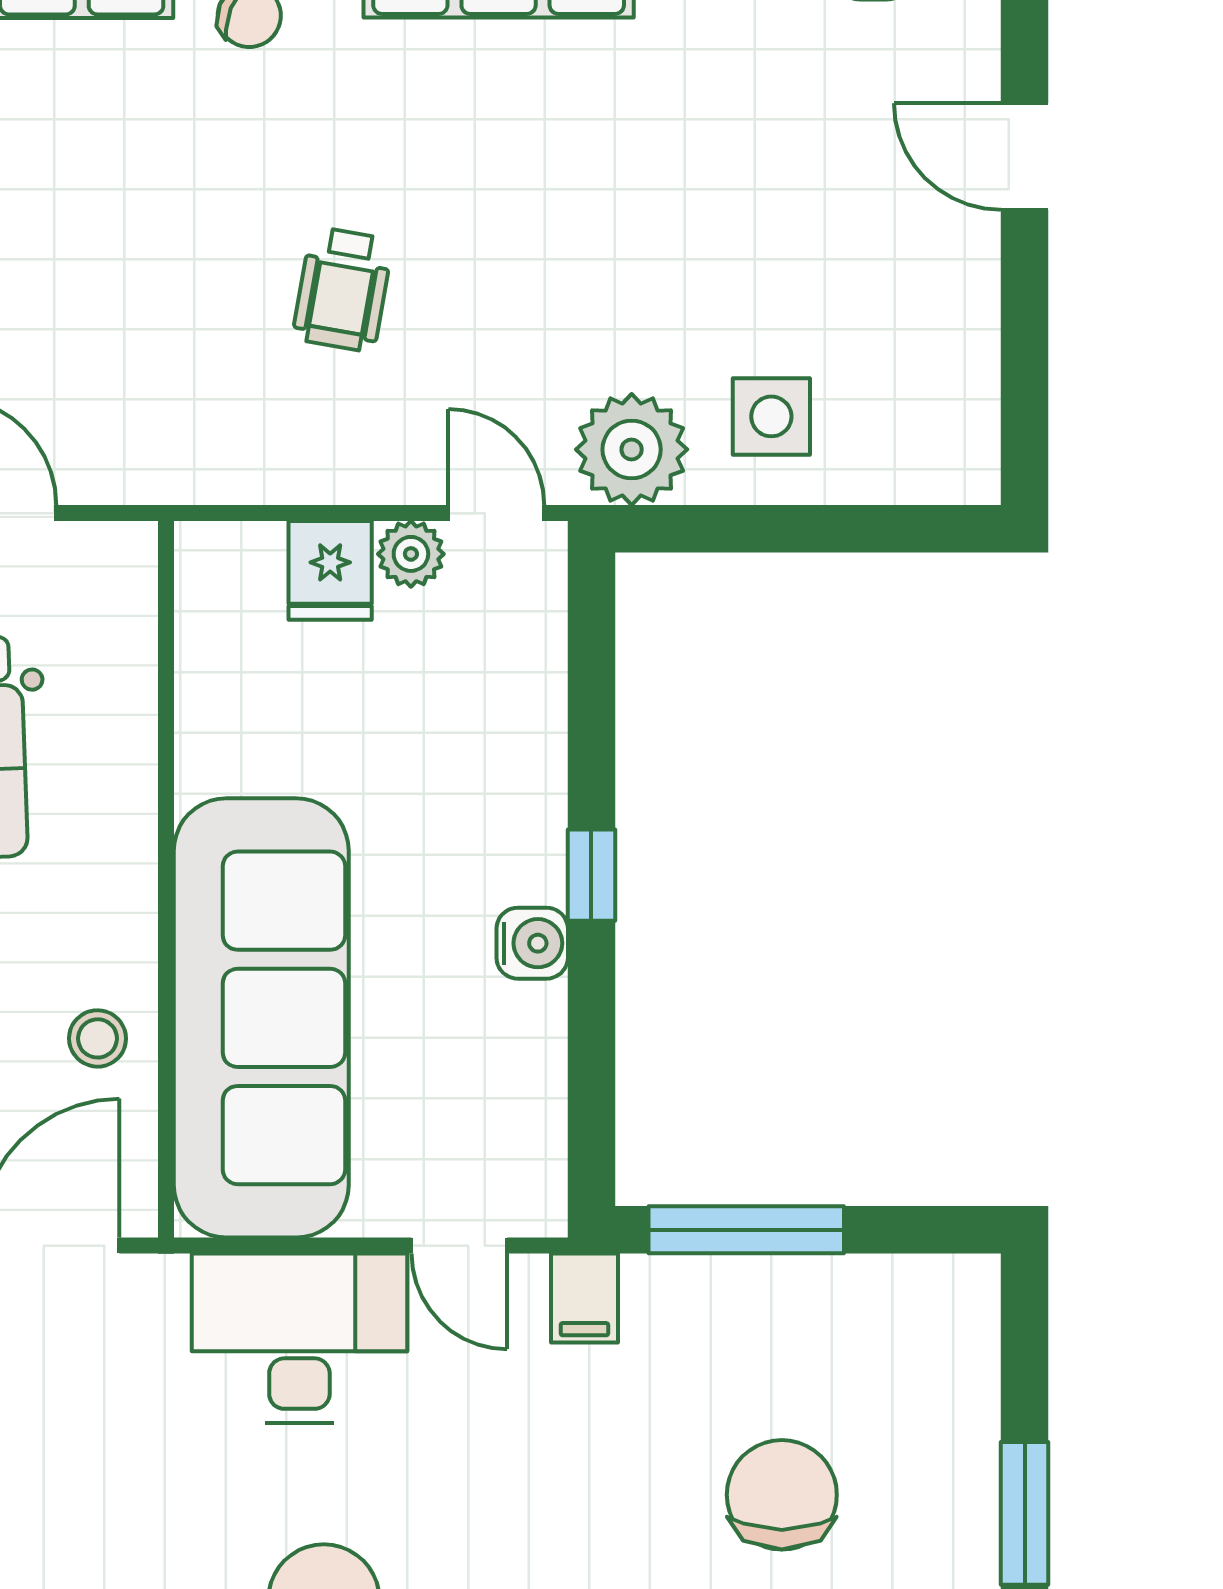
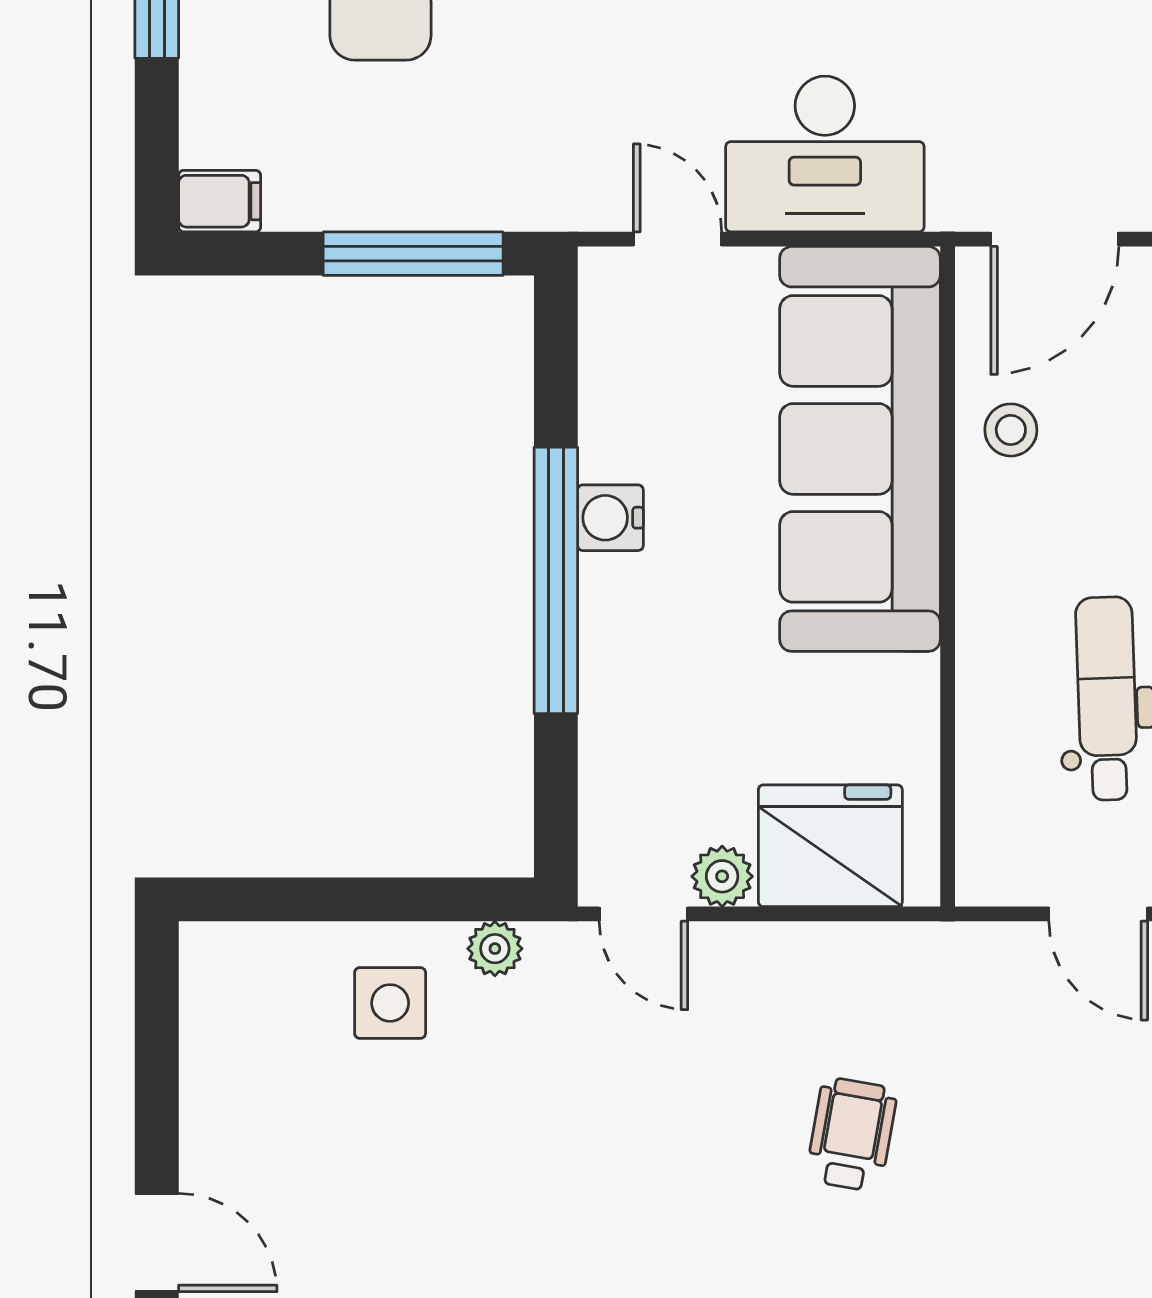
wheelchair: (343, 289) -> (852, 1134), moved
plant: (632, 449) -> (495, 949), width x0.53, depth x0.53
fridge: (330, 570) -> (830, 846), width x1.88, depth x1.34
window: (591, 875) -> (556, 580), width x3.17
filing cabinet: (584, 1298) -> (220, 201), moved, turned 90

